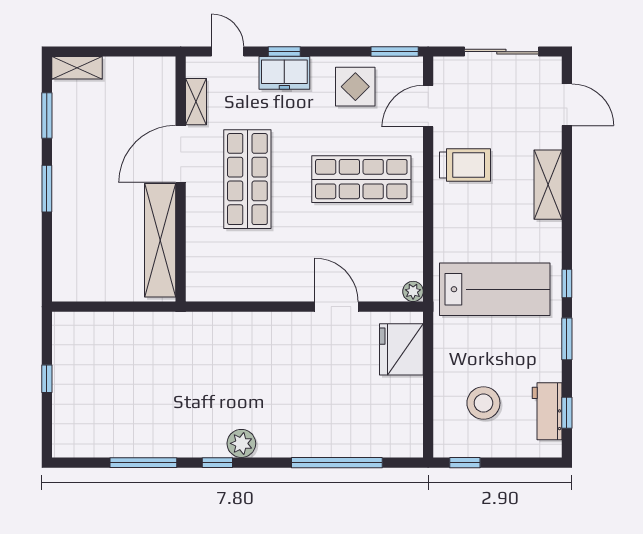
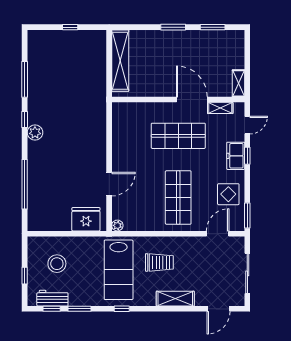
shelving: (77, 68) -> (239, 83), moved
door: (428, 106) -> (218, 234), hinge flipped
trolley: (465, 165) -> (159, 262), moved, turned -90
shelving: (160, 240) -> (120, 61), moved, turned 90
window: (567, 339) -> (80, 309), moved
window: (465, 463) -> (25, 276), moved

